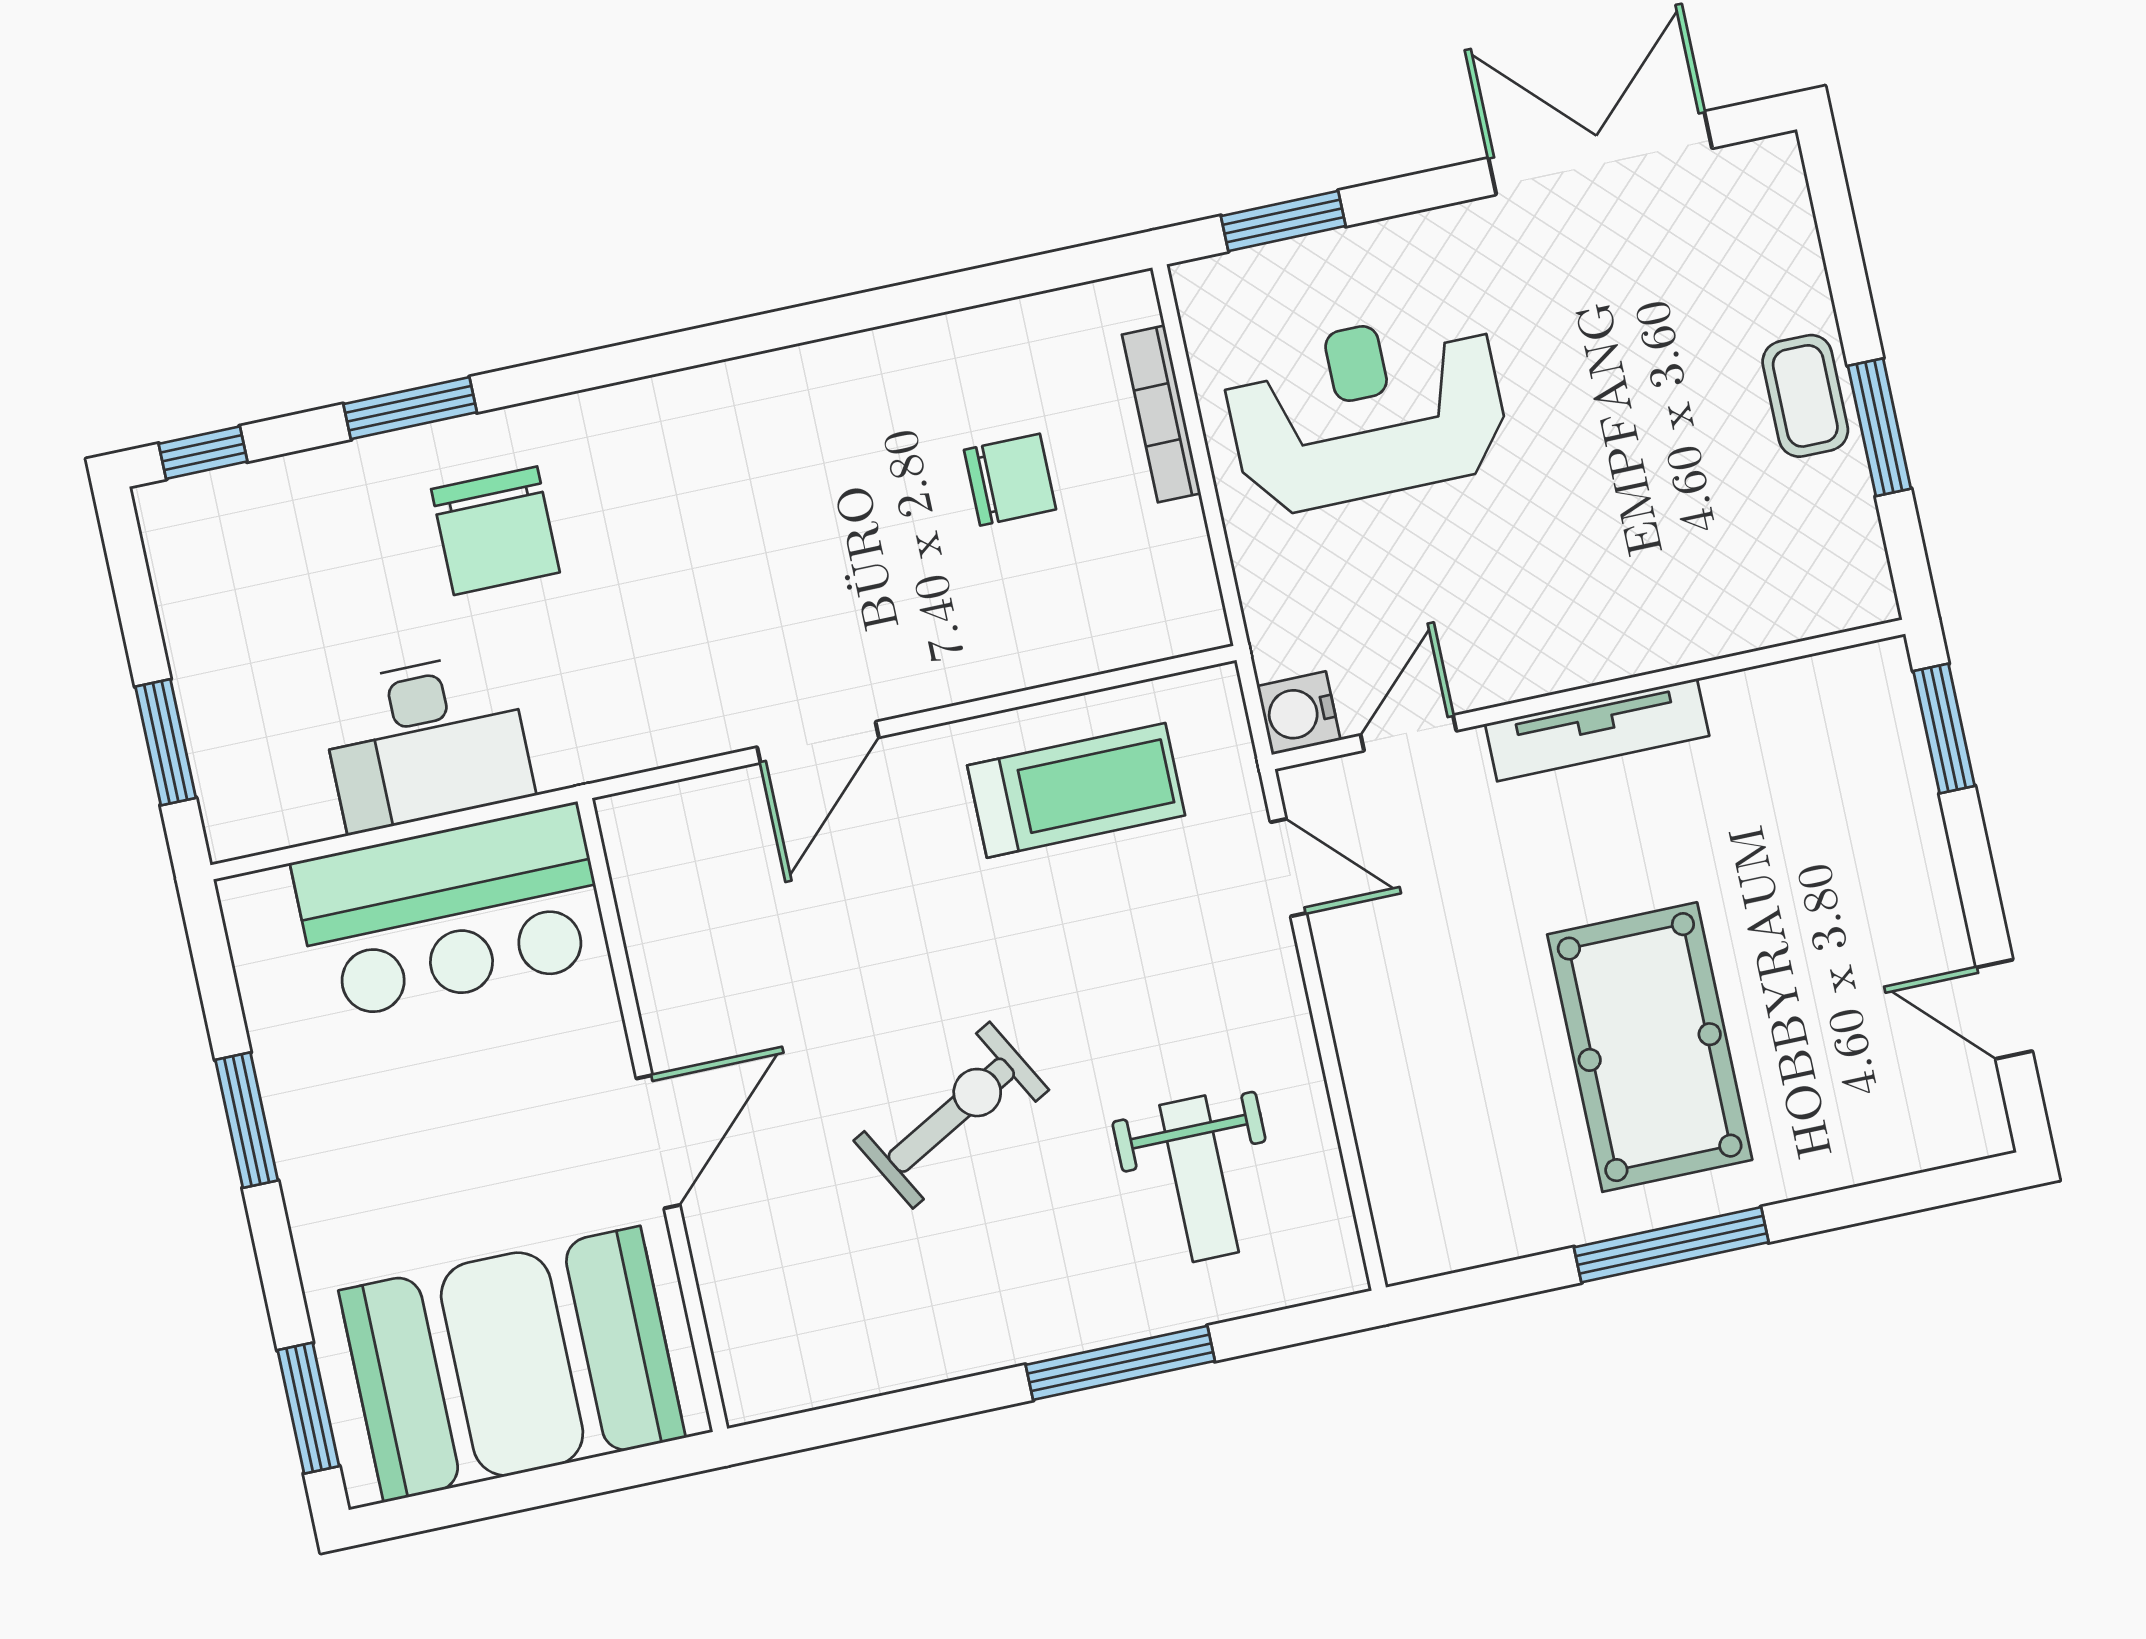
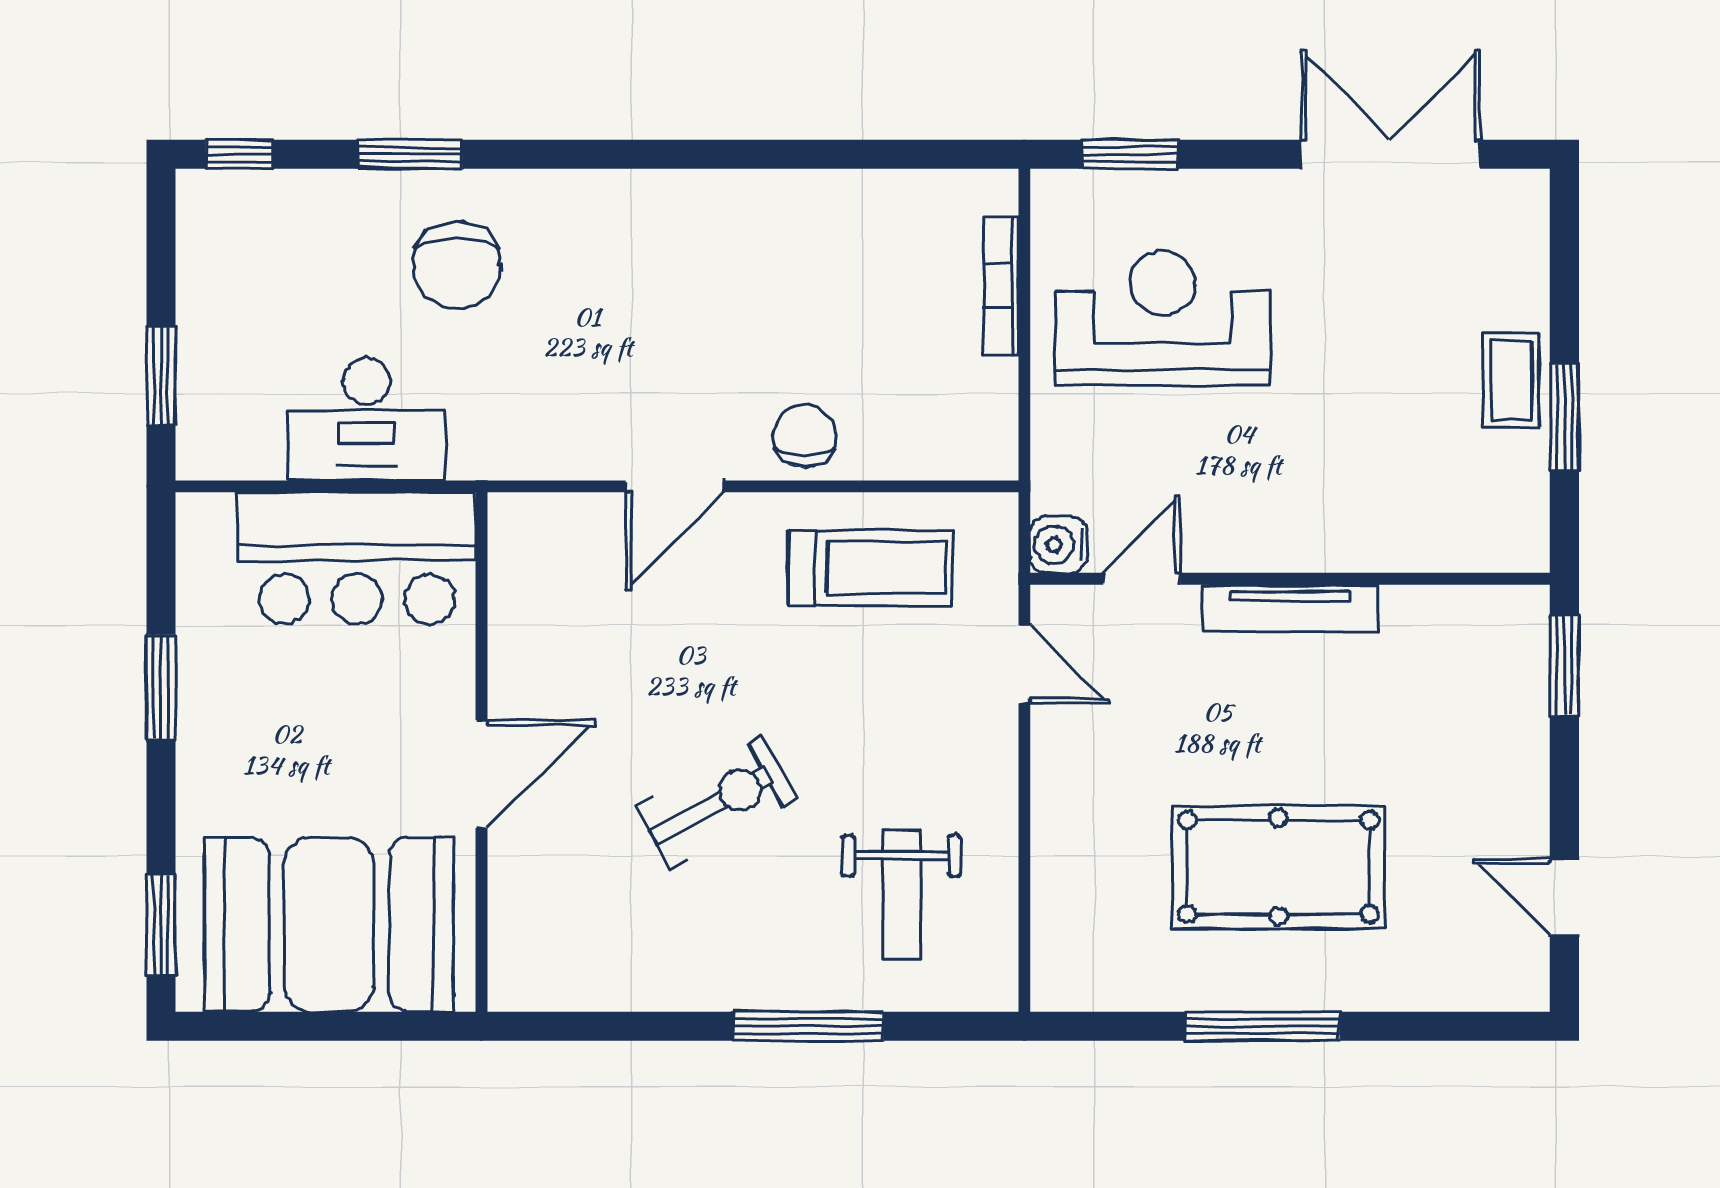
chair: (1010, 480) -> (804, 436), moved, turned -90
pool table: (1650, 1047) -> (1279, 867), turned 90

